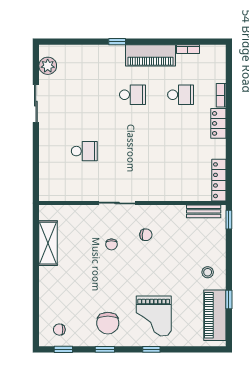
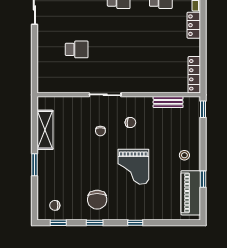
bench: (204, 211) -> (168, 102), moved
window: (36, 283) -> (34, 165), added
grand piano: (154, 316) -> (133, 167), moved

